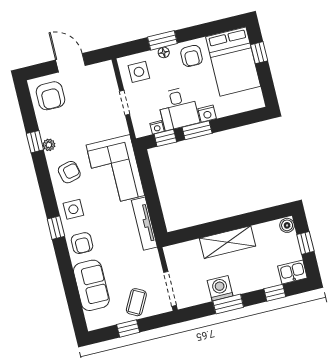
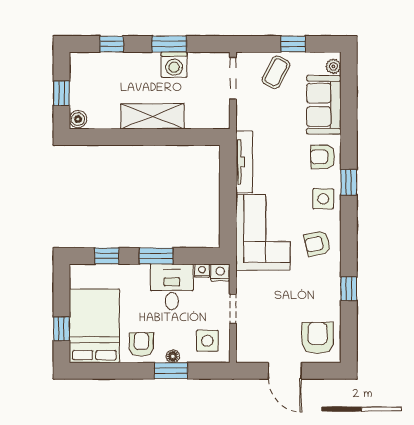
nightstand: (207, 114) -> (220, 272), moved
window: (165, 138) -> (107, 256), moved
plant: (49, 145) -> (333, 66), moved
armchair: (82, 243) -> (323, 157), turned -90
kitchen sink: (292, 272) -> (85, 63), removed

